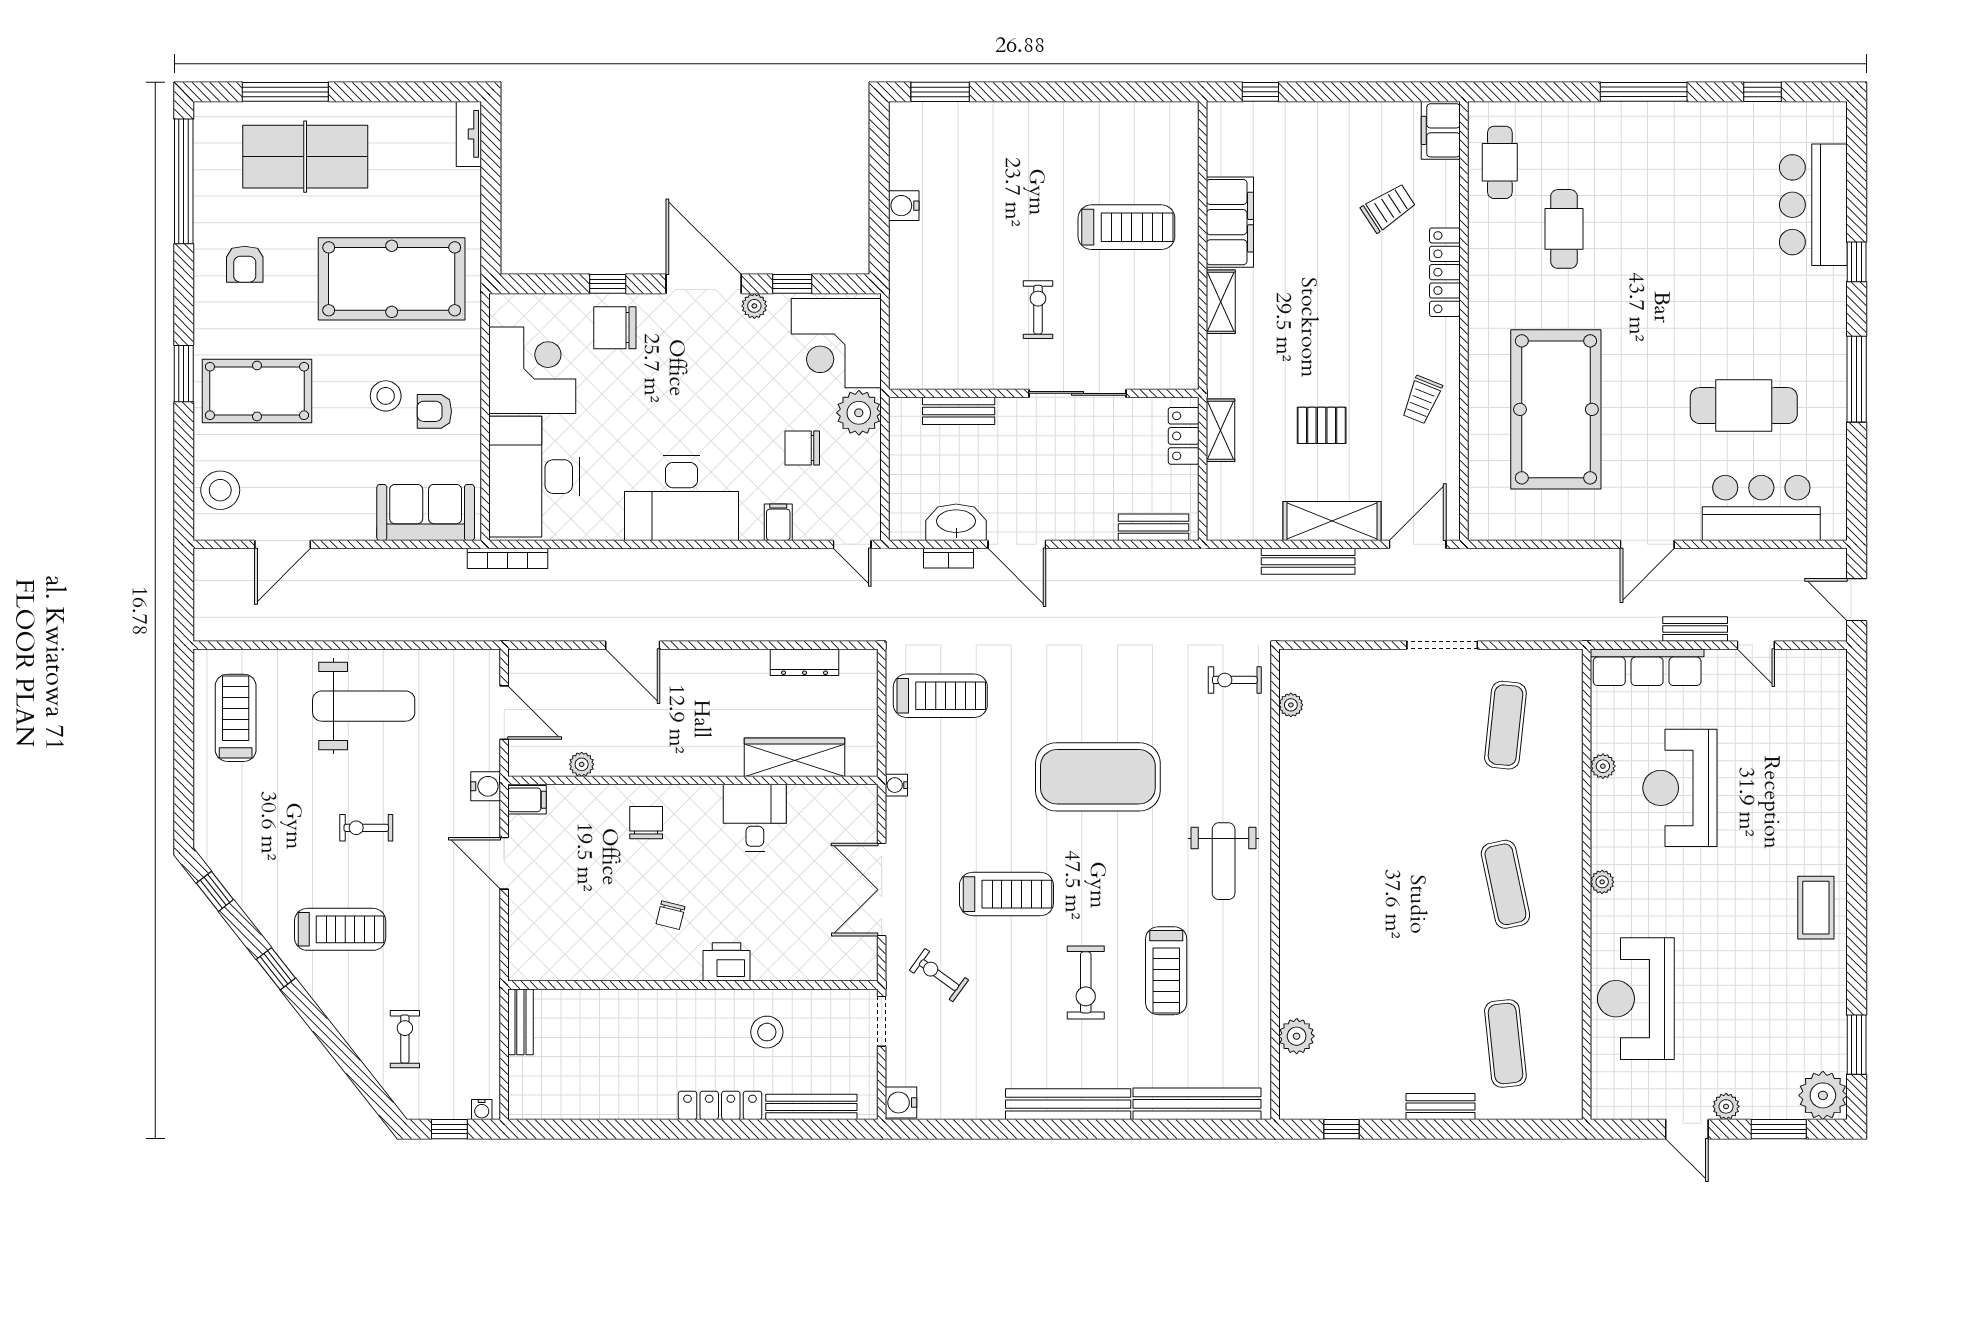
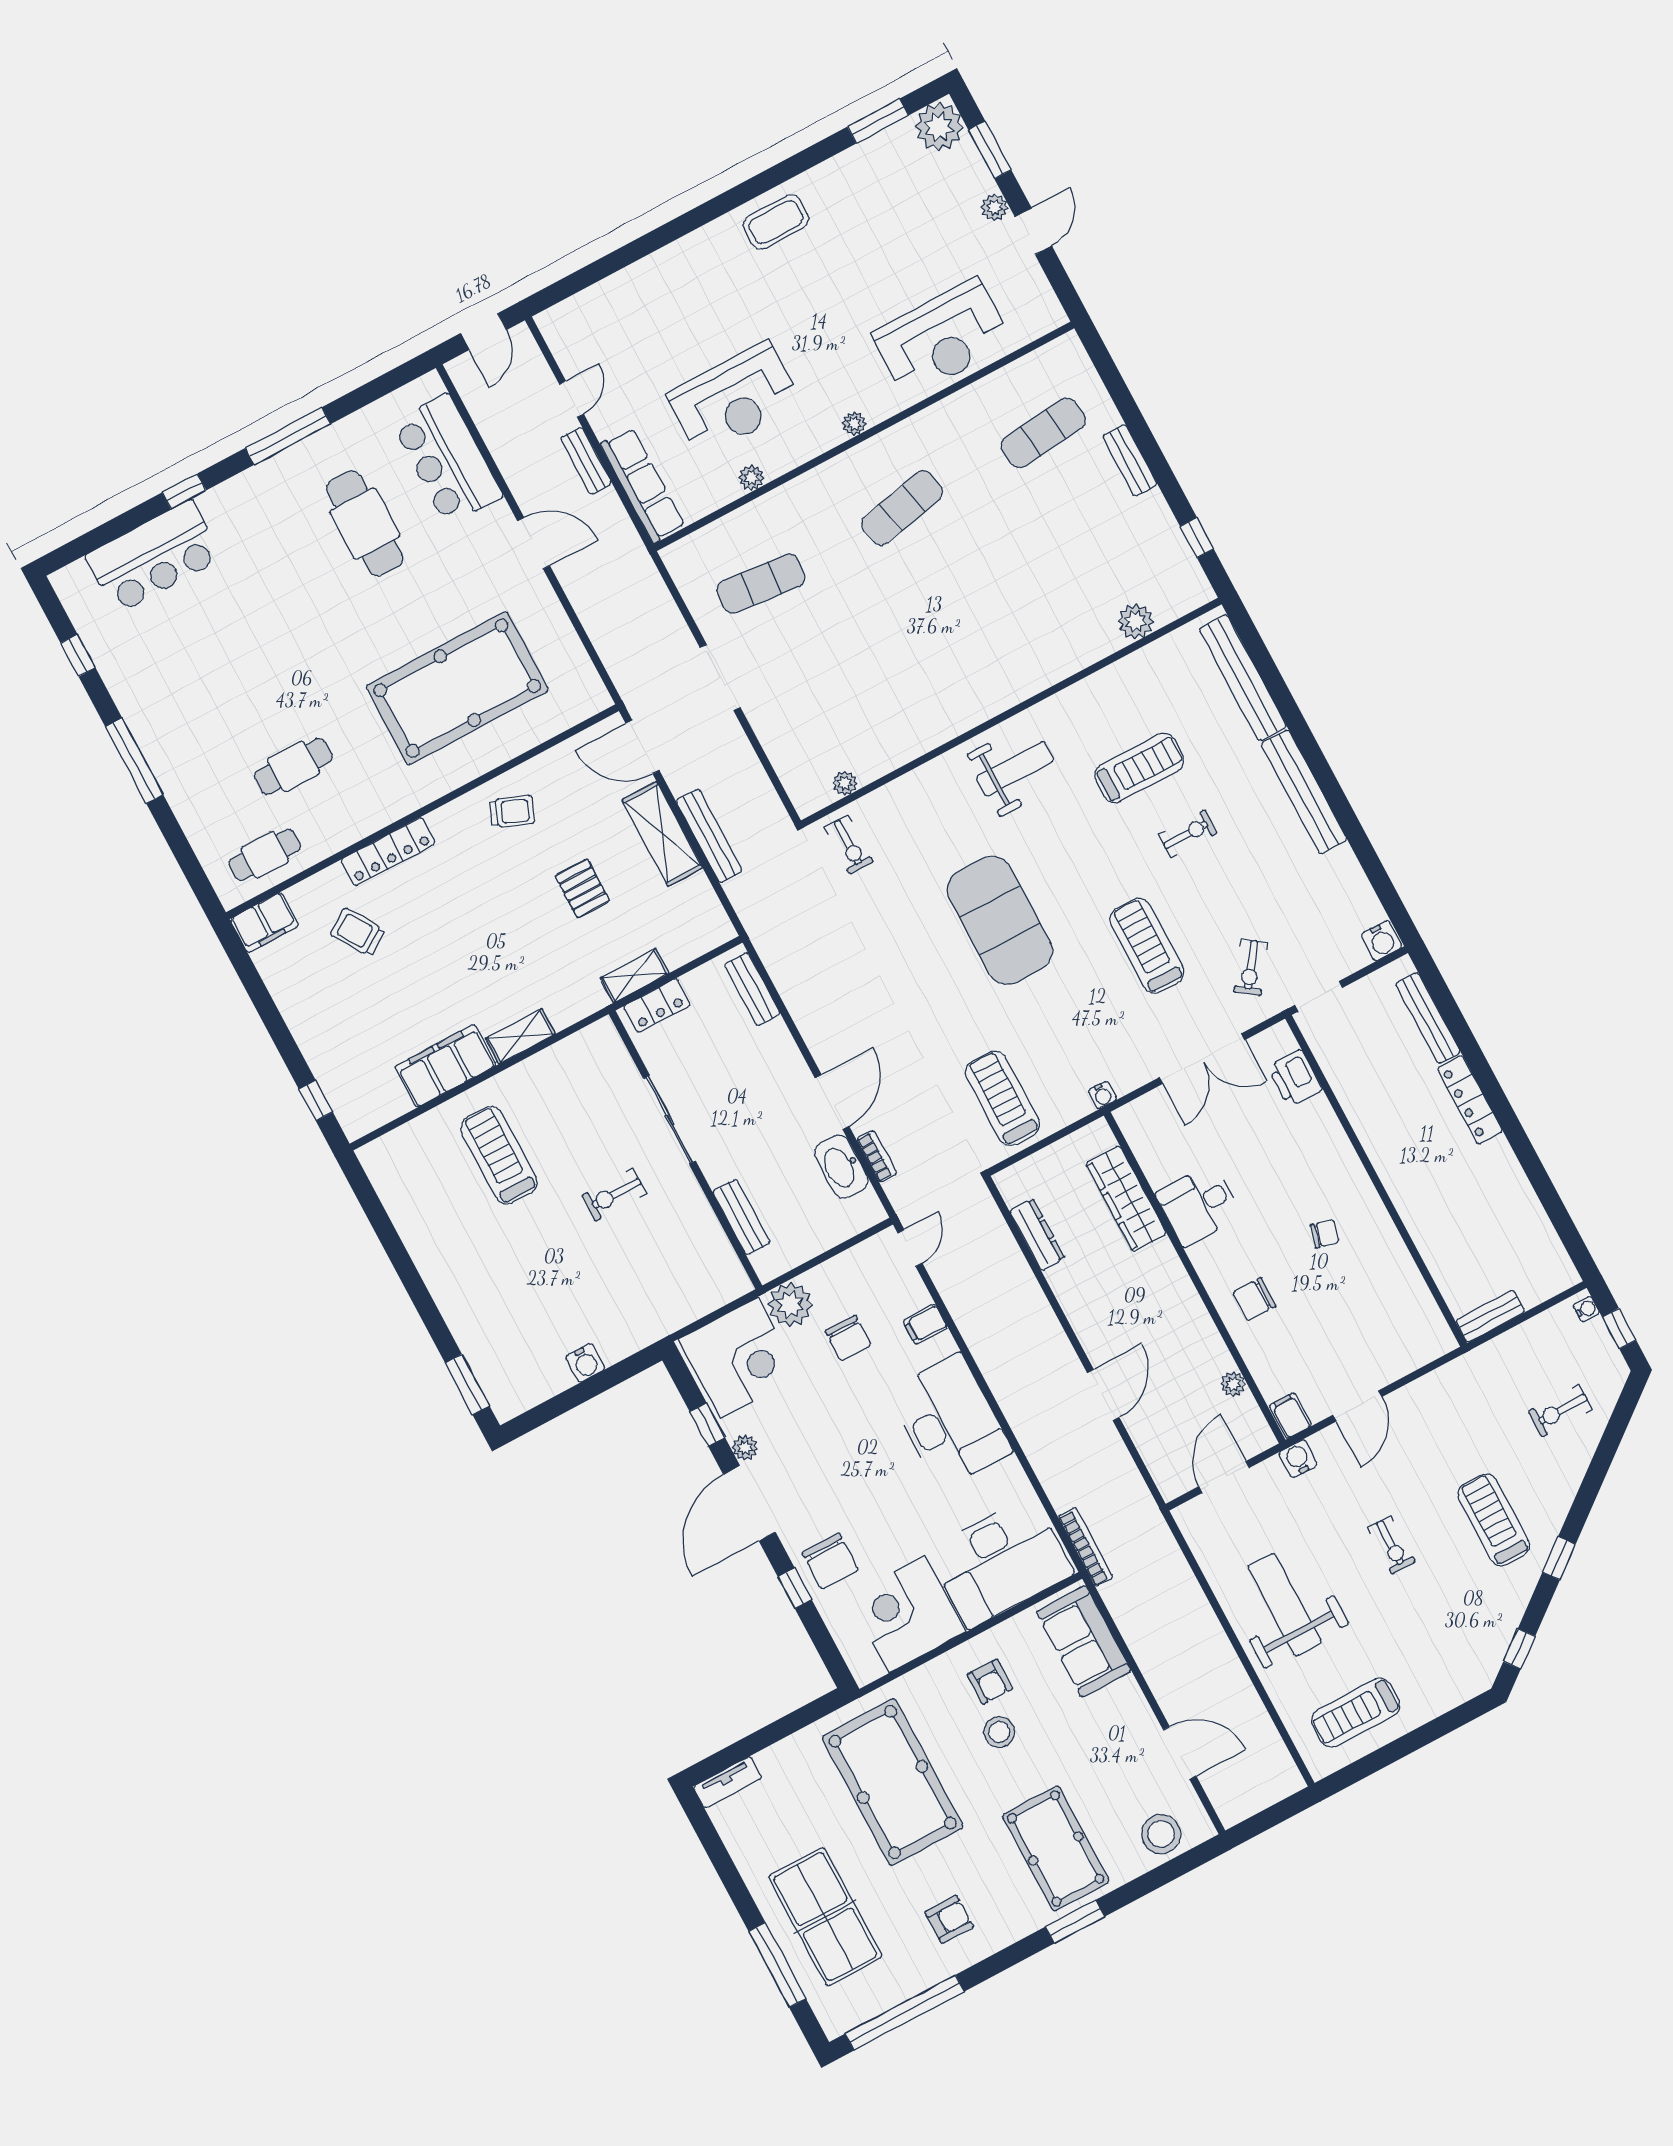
printer: (727, 962) -> (1295, 1078), moved
exercise bike: (1086, 982) -> (1188, 834), width x0.73, depth x0.72
stool: (767, 1032) -> (1383, 1093), removed

